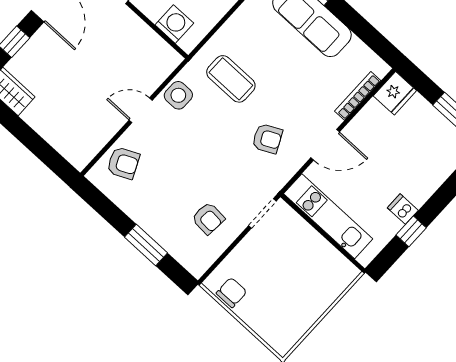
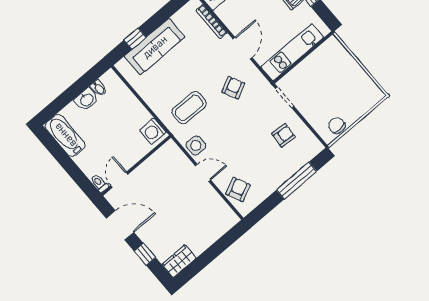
washing machine: (174, 24) -> (153, 131), moved, turned -90
door: (141, 110) -> (203, 173), swing flipped
window: (146, 245) -> (297, 181), width x1.44

